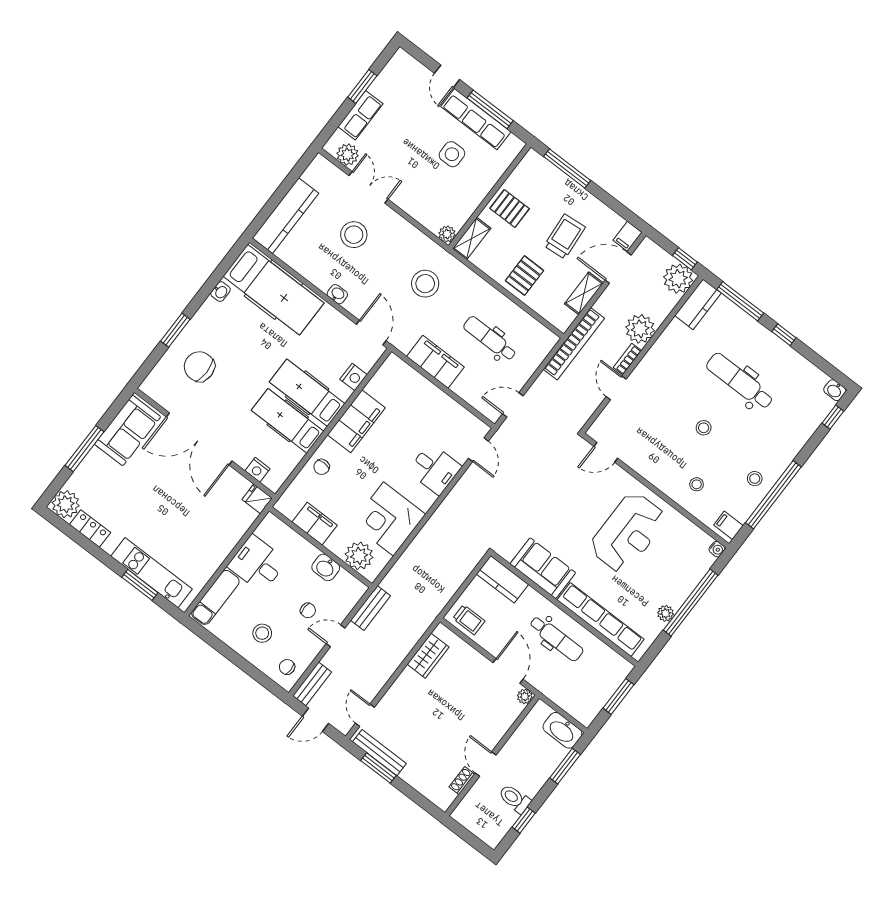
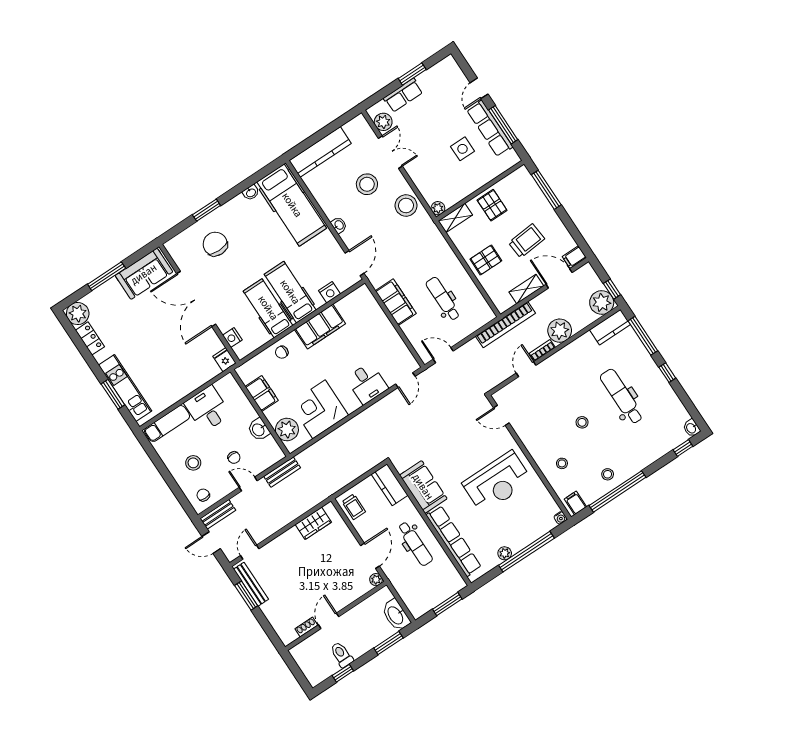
stool: (425, 284) -> (406, 205), moved

